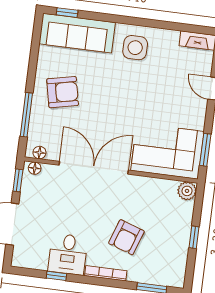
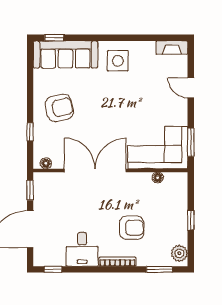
window: (26, 115) -> (30, 132), width x0.46
floor lamp: (35, 168) -> (158, 178), moved
plant: (187, 191) -> (179, 253), moved
armchair: (126, 237) -> (132, 228), turned -109
window: (56, 276) -> (53, 269), moved

